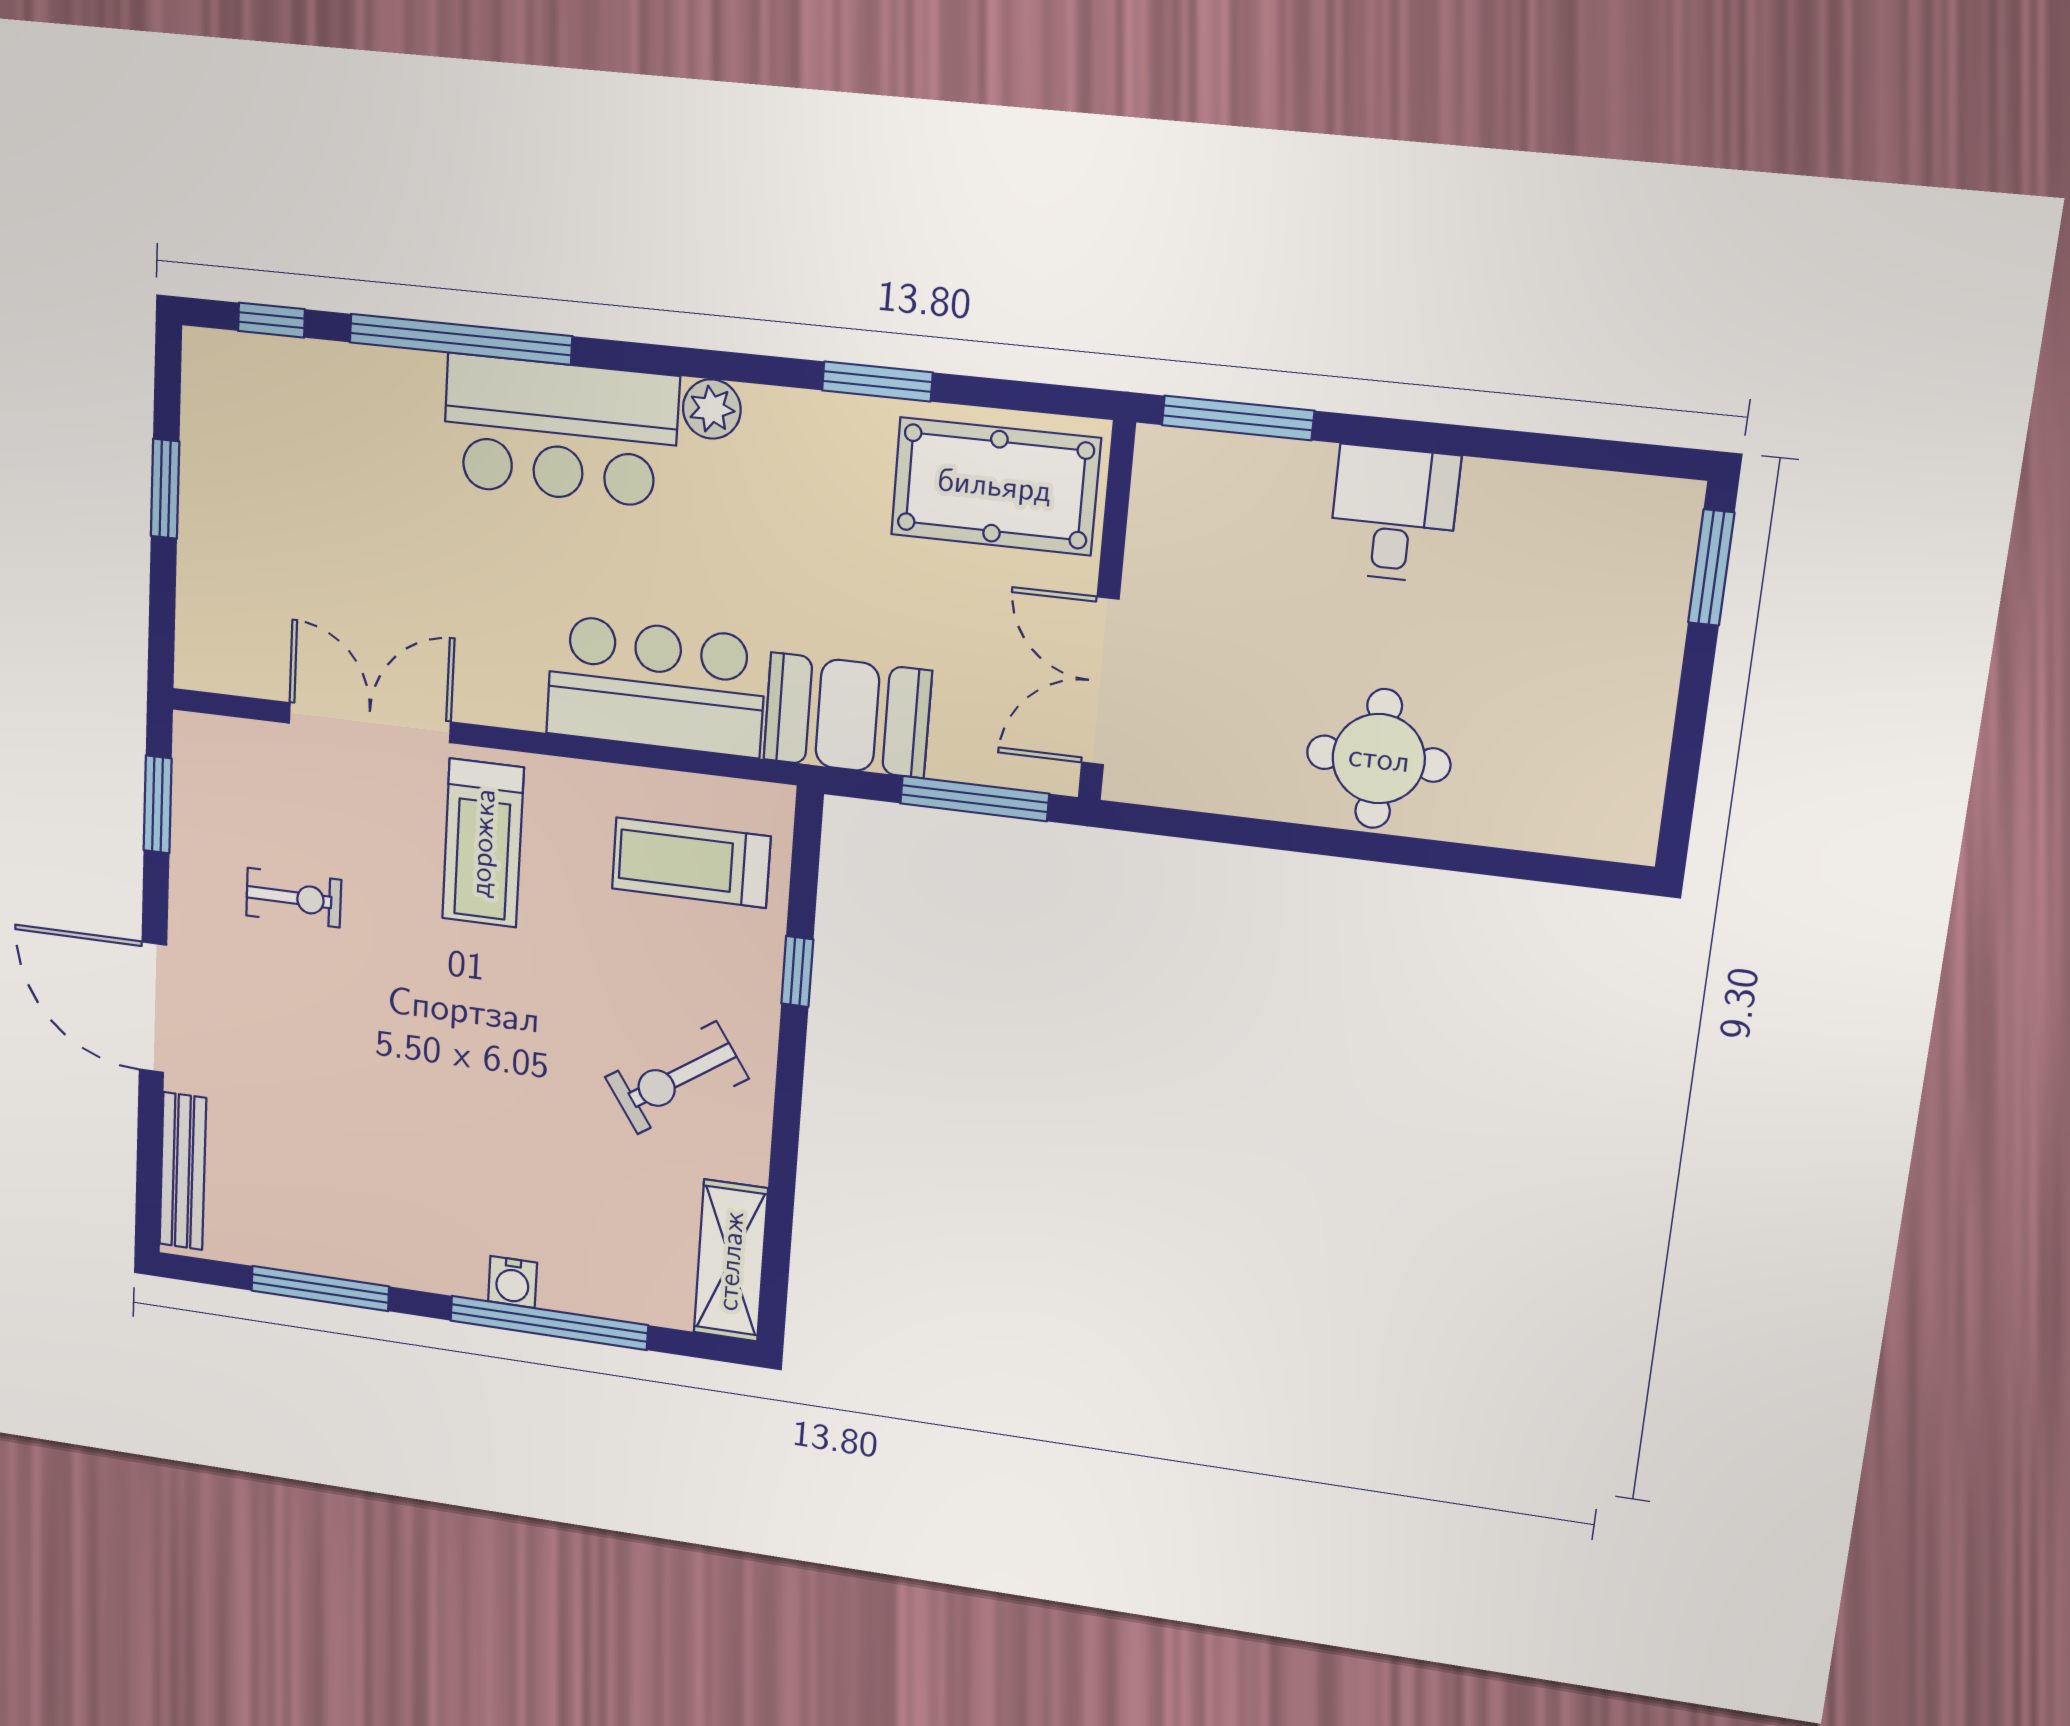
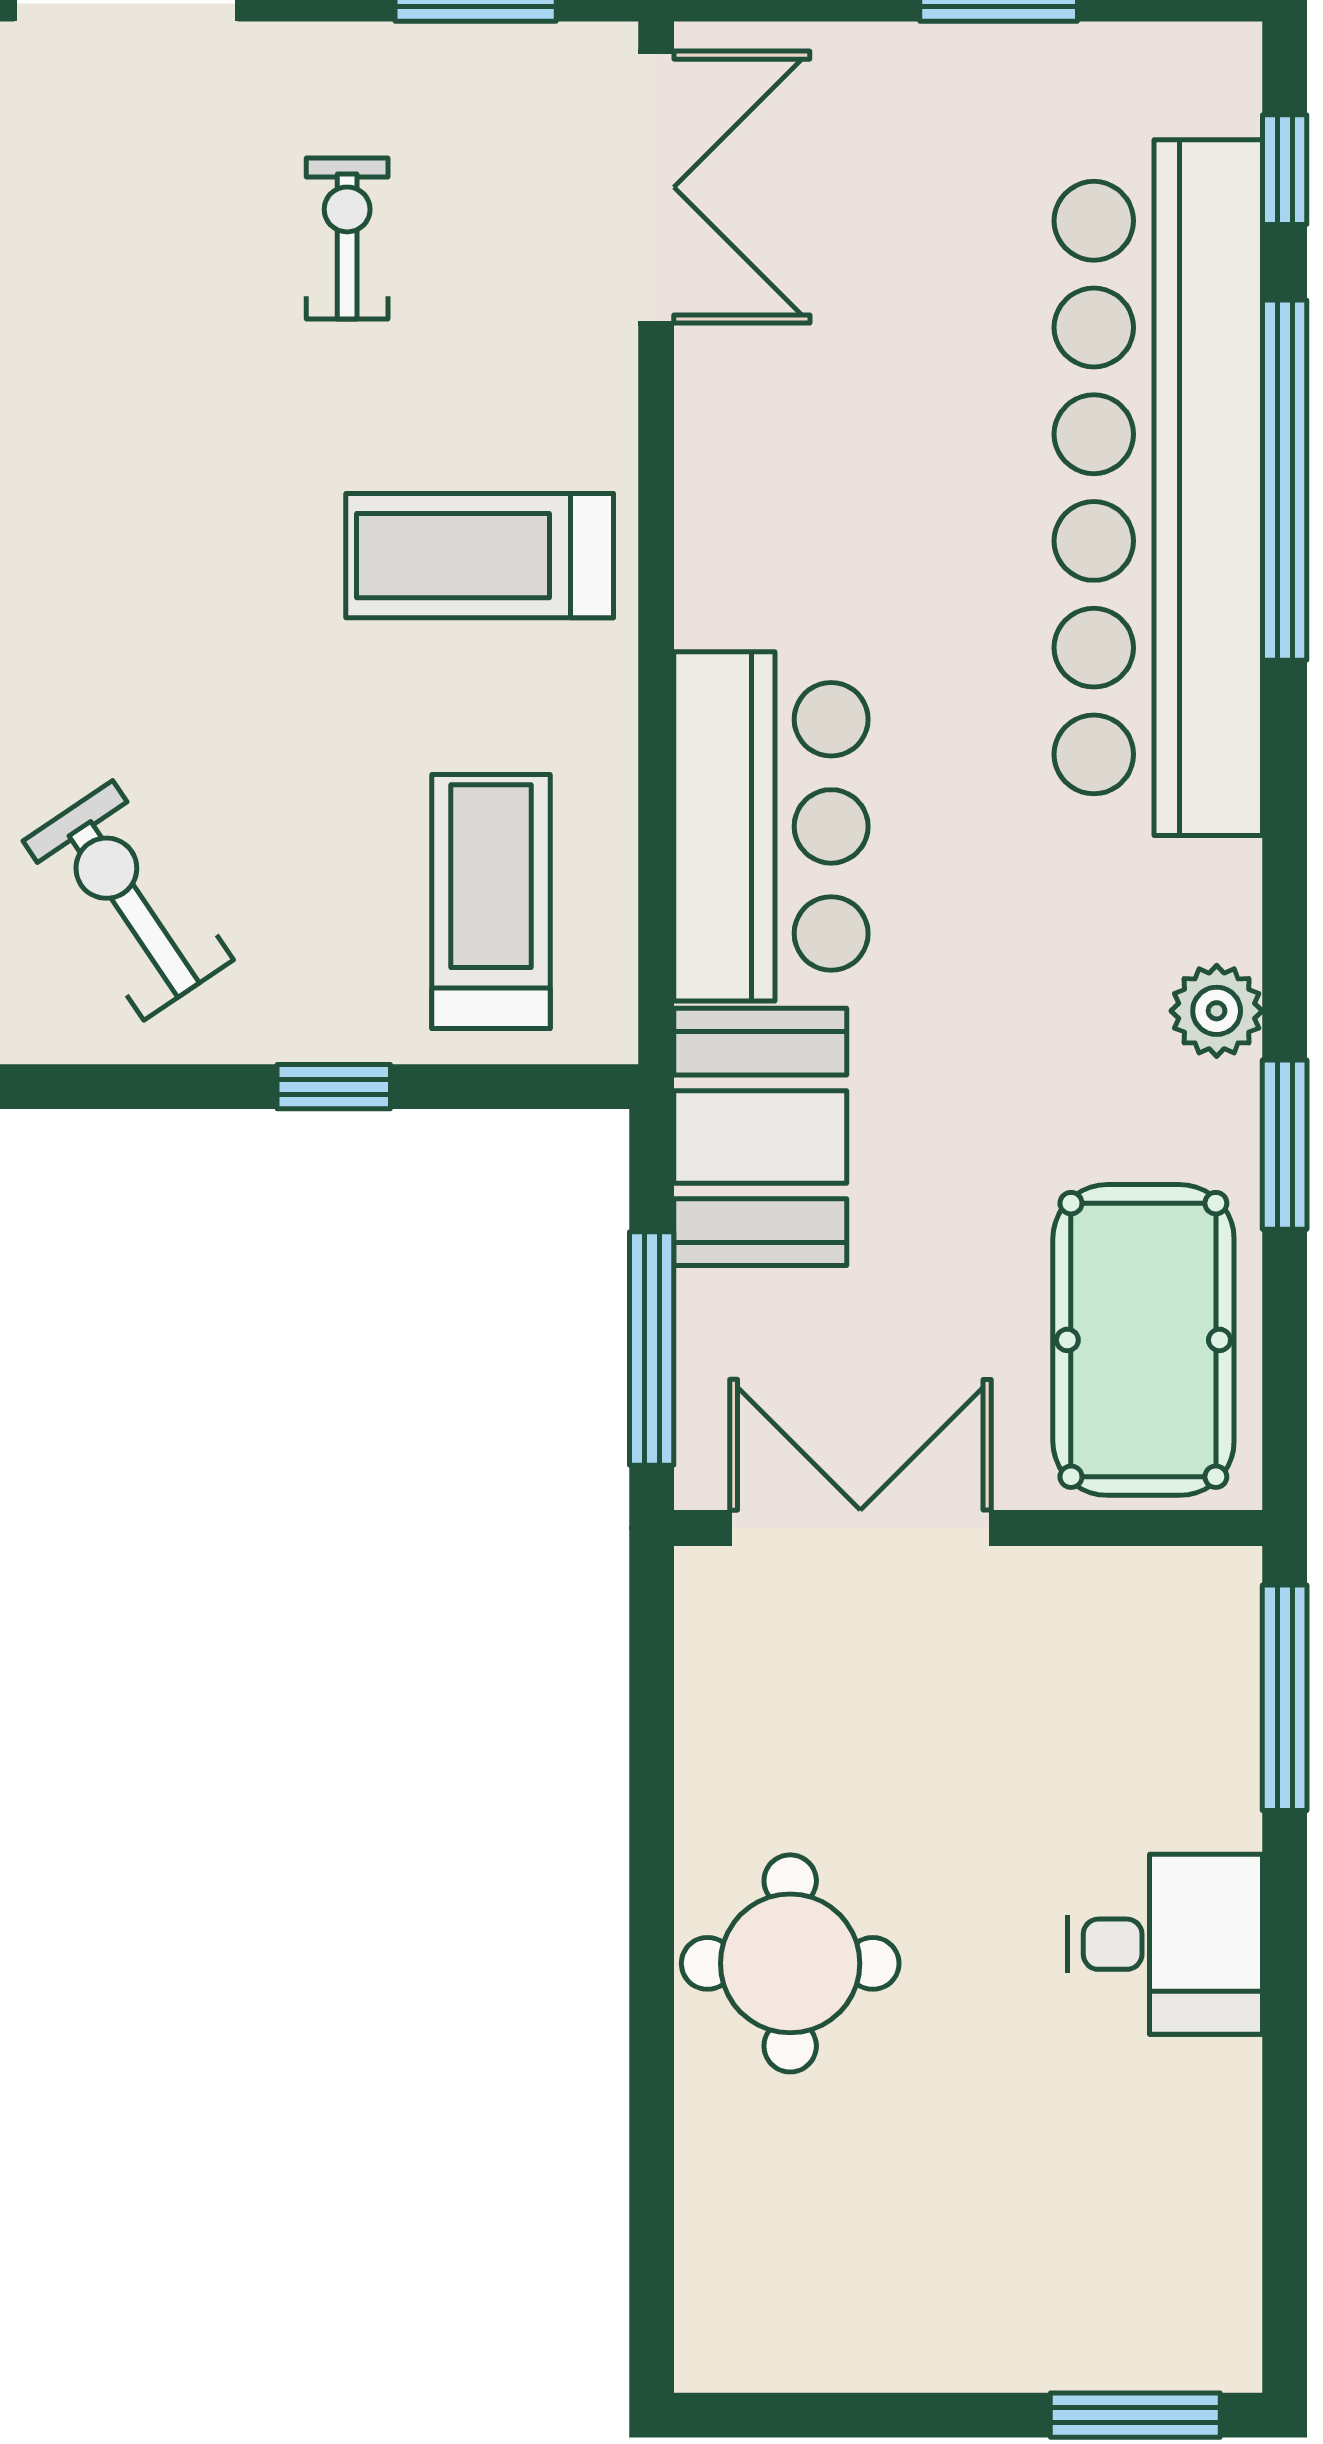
plant: (712, 409) -> (1217, 1011), moved
bar counter: (560, 431) -> (1158, 488), width x1.86
double door: (369, 723) -> (656, 187), moved
exercise bike: (294, 898) -> (347, 238), turned 180

